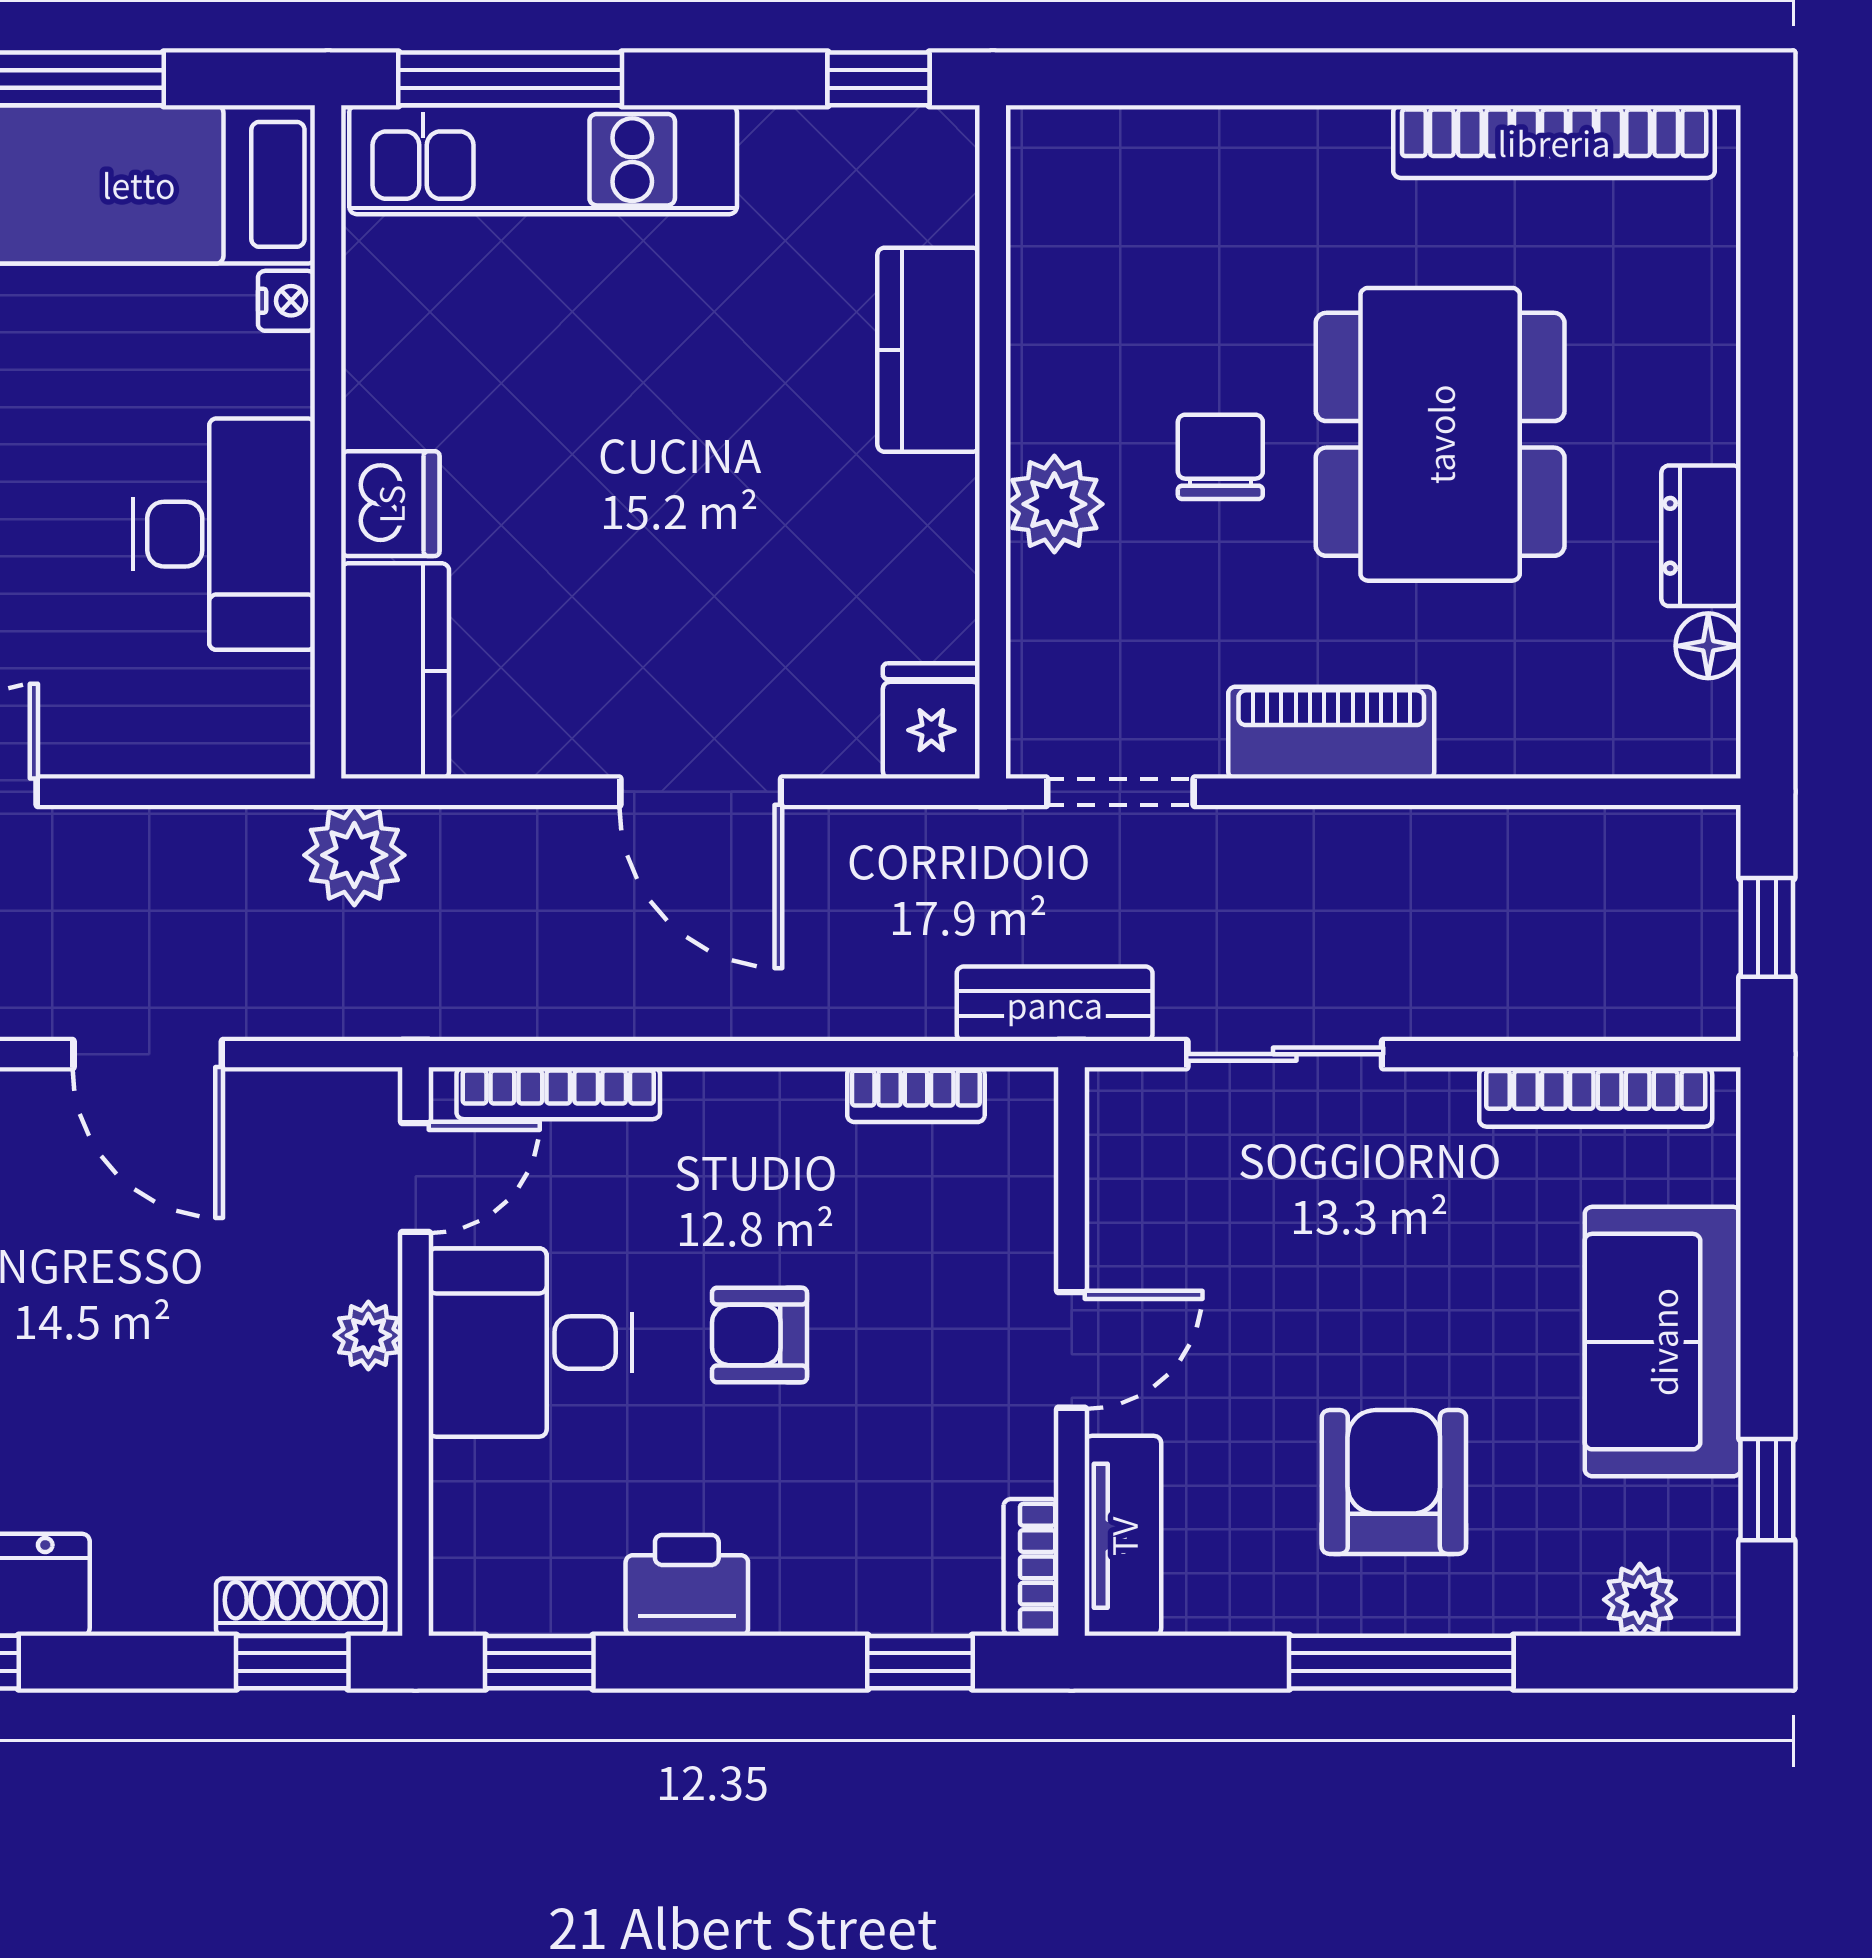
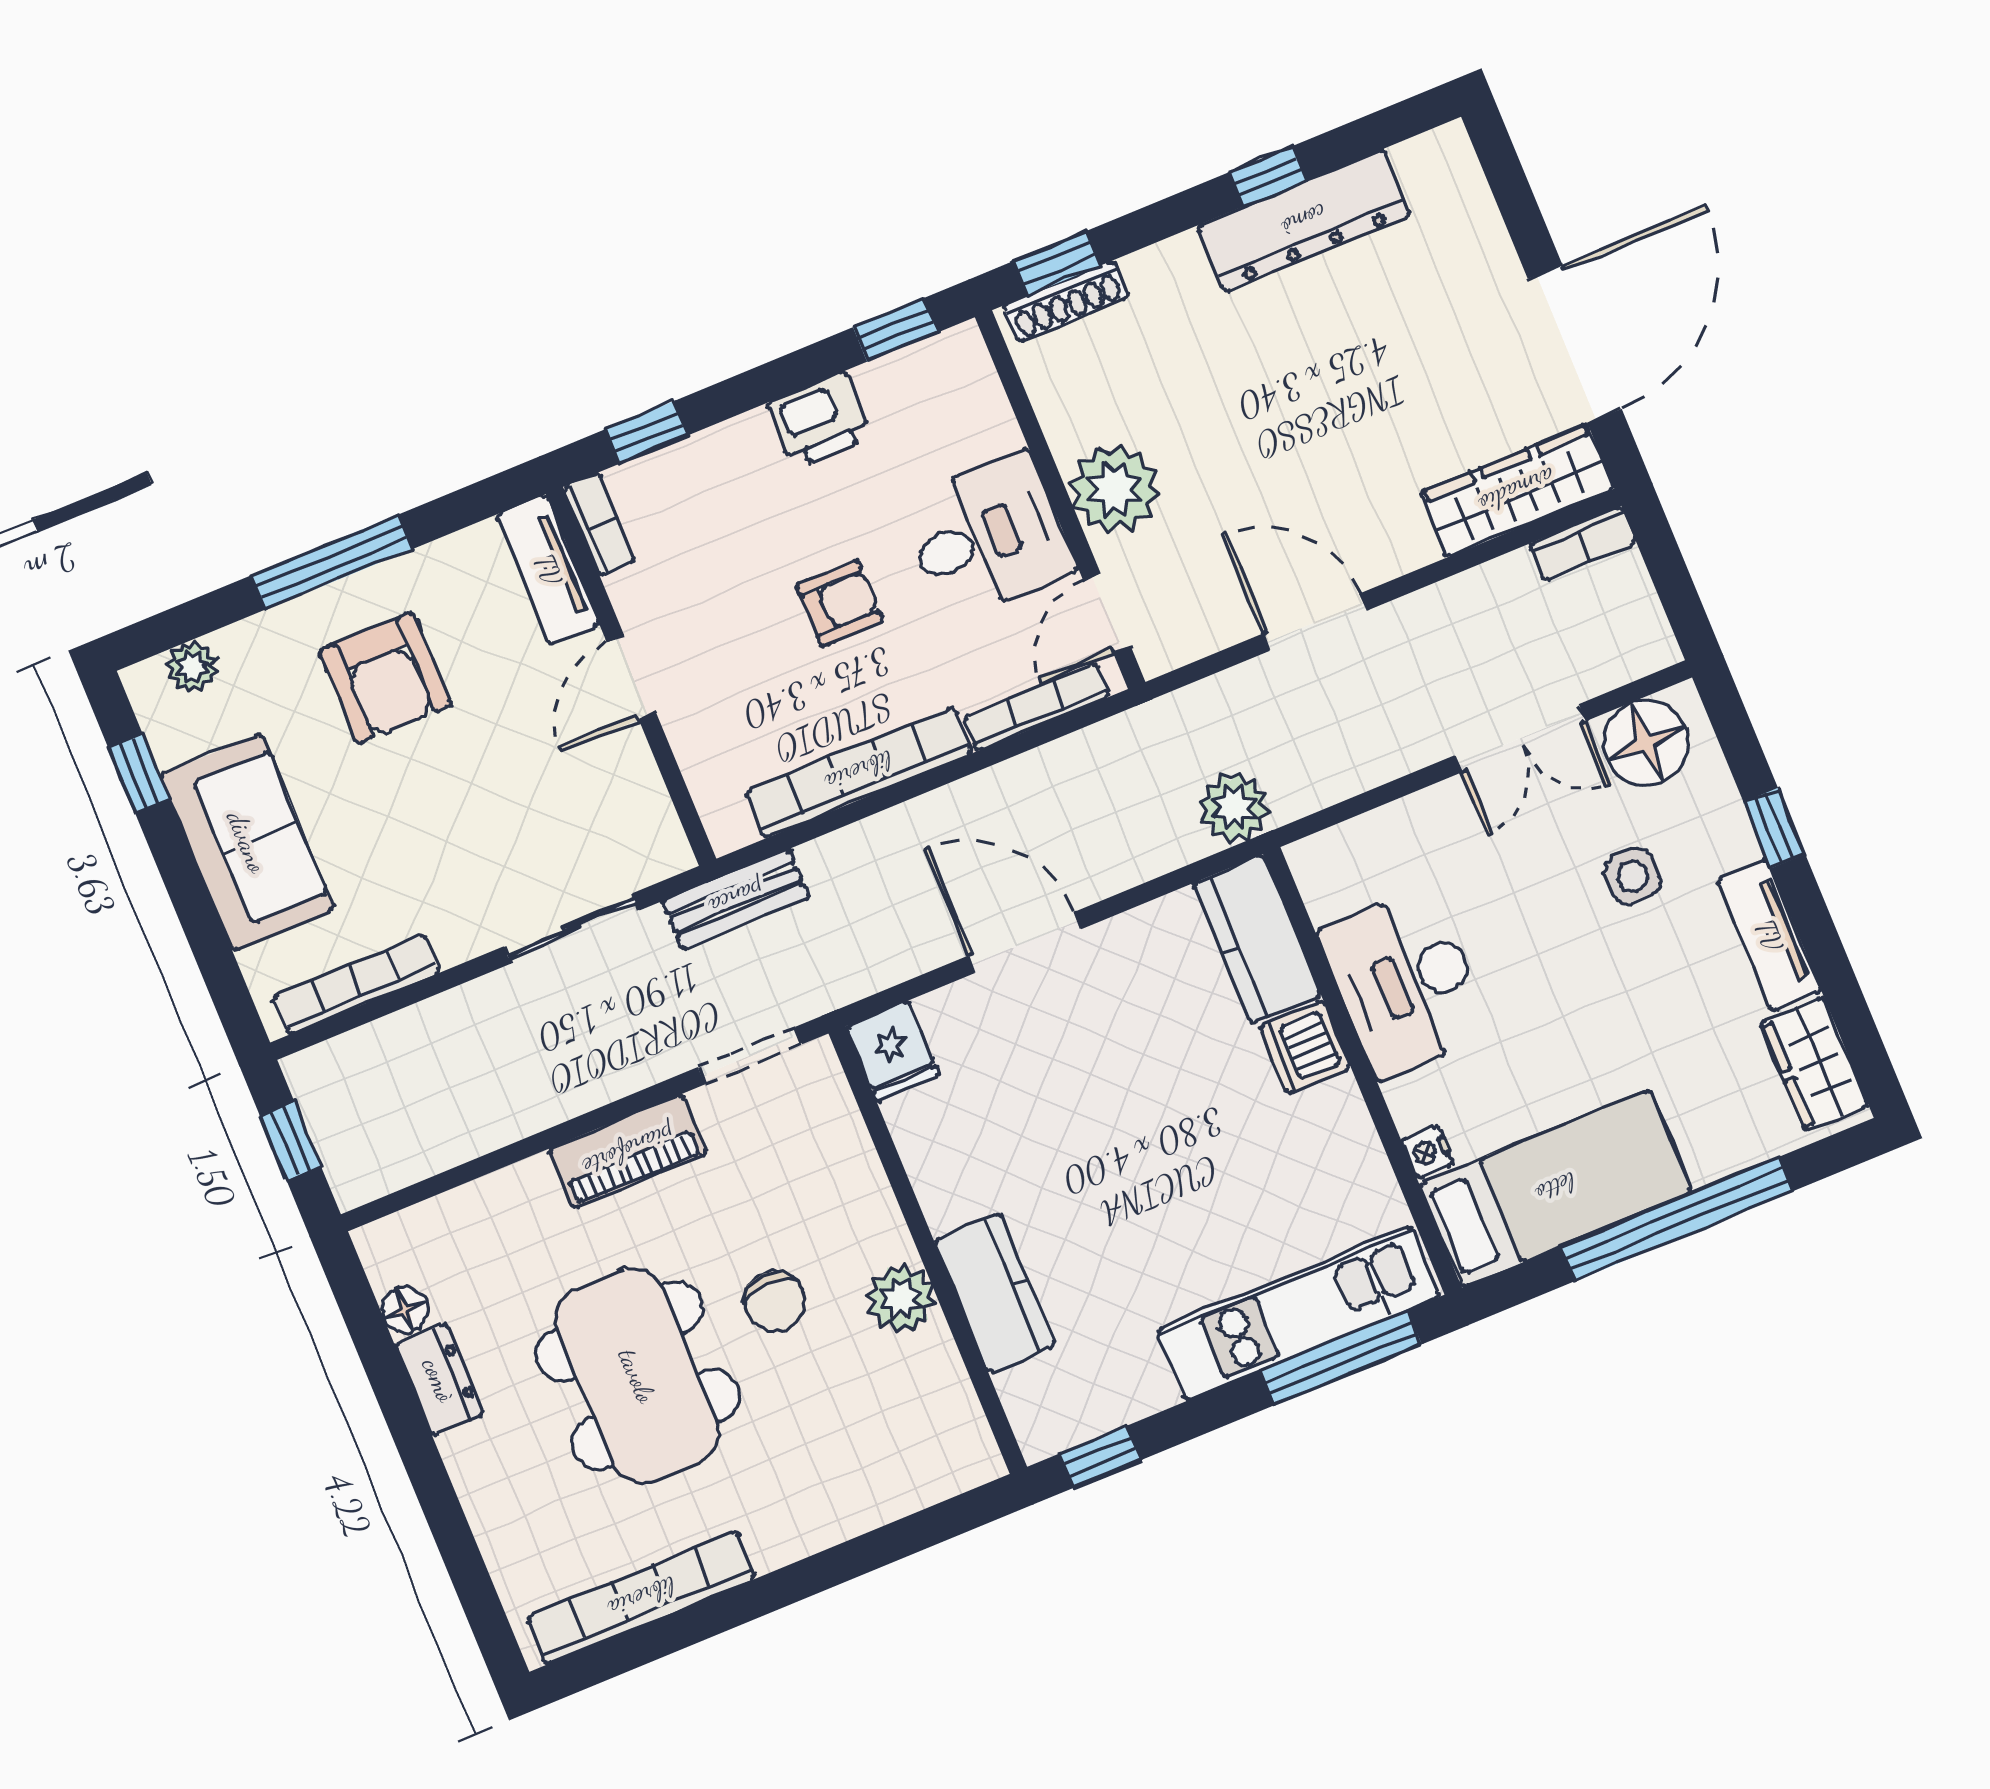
plant: (1054, 504) -> (901, 1299), moved
bookcase: (916, 1095) -> (859, 772), width x2.31, depth x1.31
plant: (368, 1335) -> (1115, 489), width x1.87, depth x1.87

